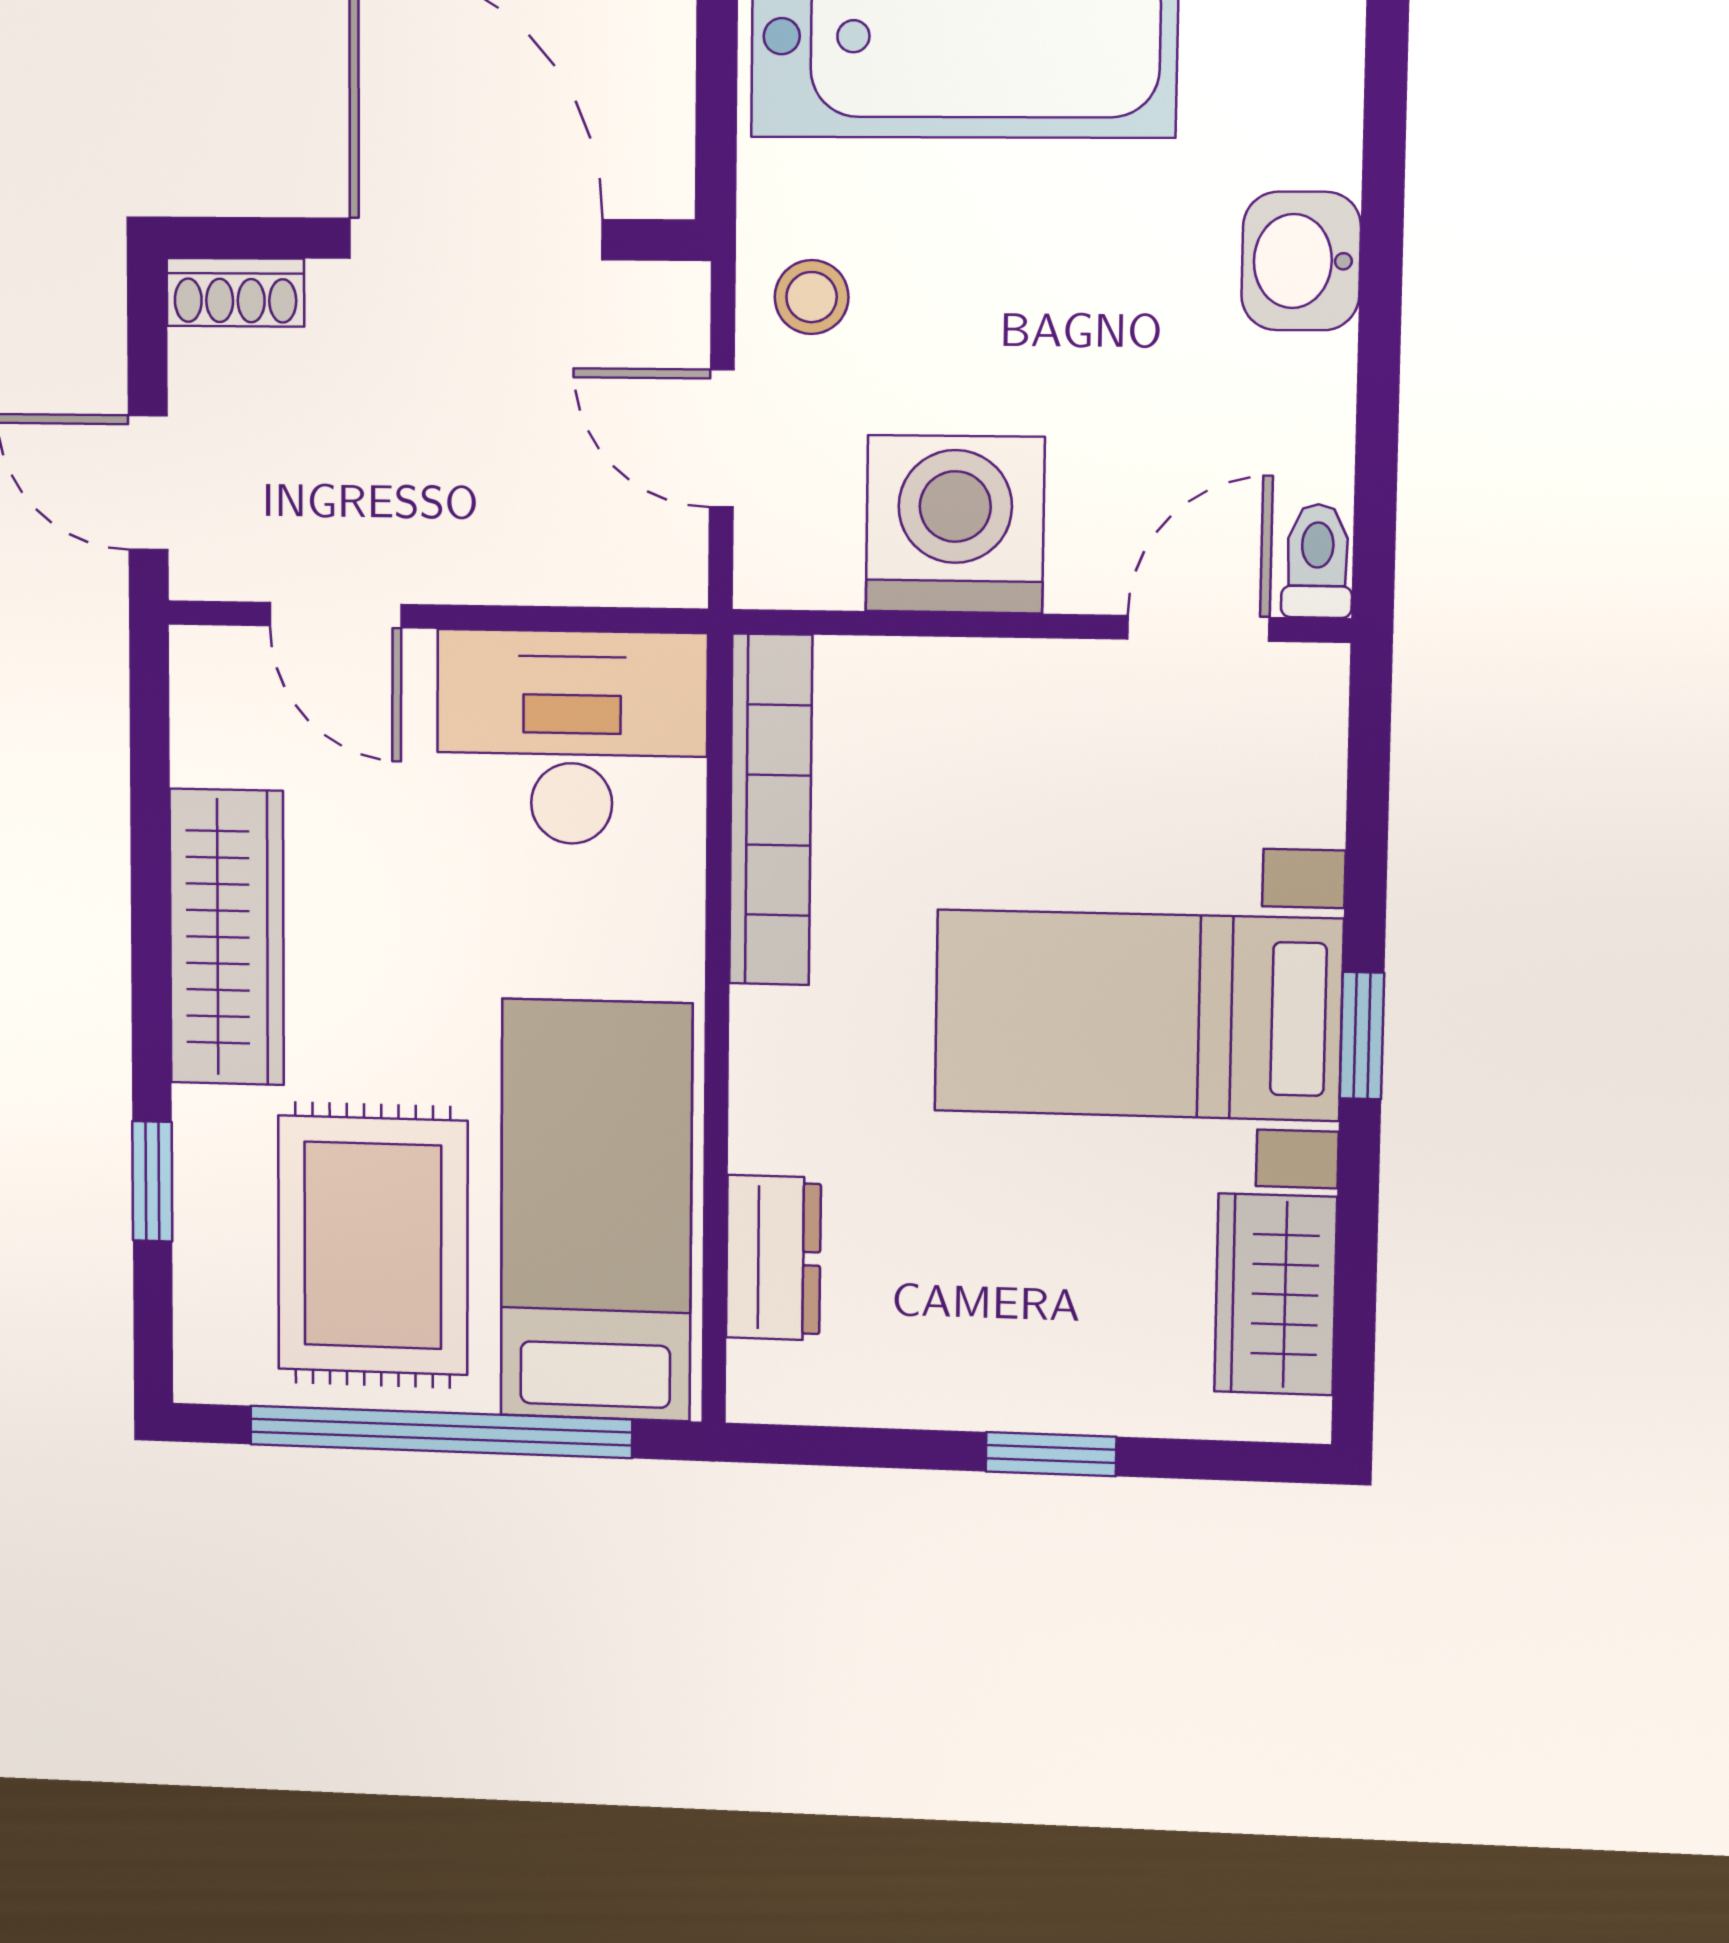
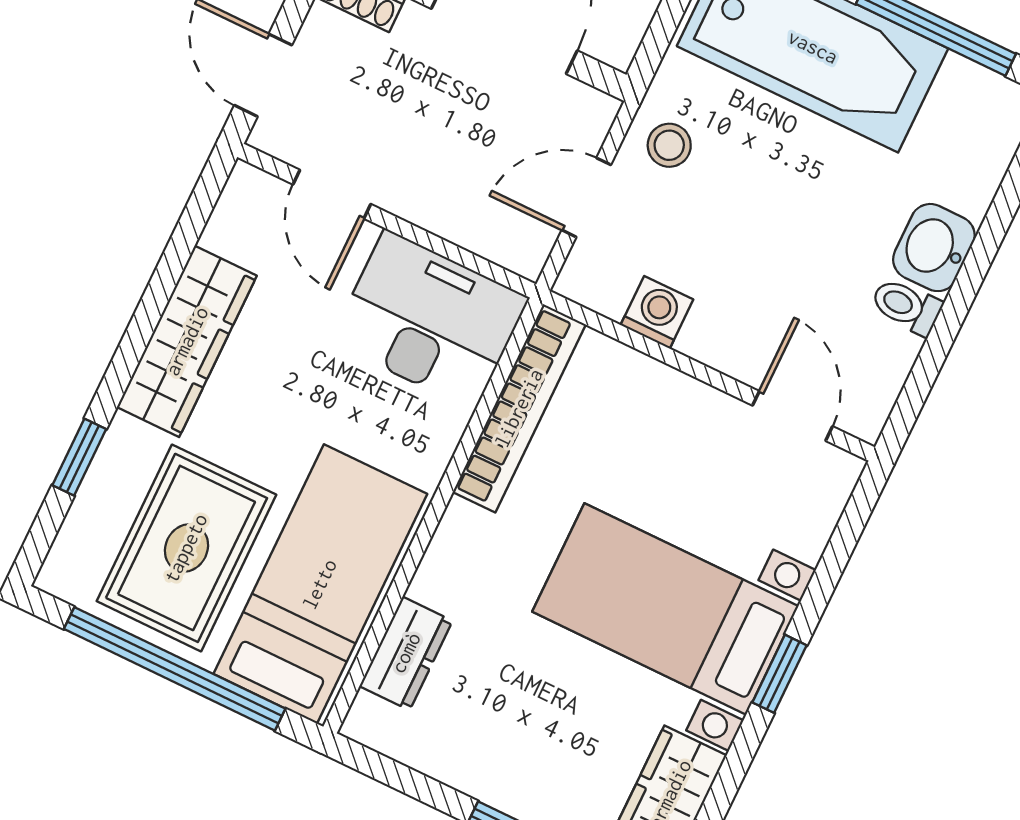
door: (722, 438) -> (586, 197), hinge flipped
washing machine: (955, 524) -> (657, 312), width x0.53, depth x0.53
toilet: (1317, 561) -> (906, 306), moved, turned -90
door: (1198, 628) -> (792, 416), hinge flipped

